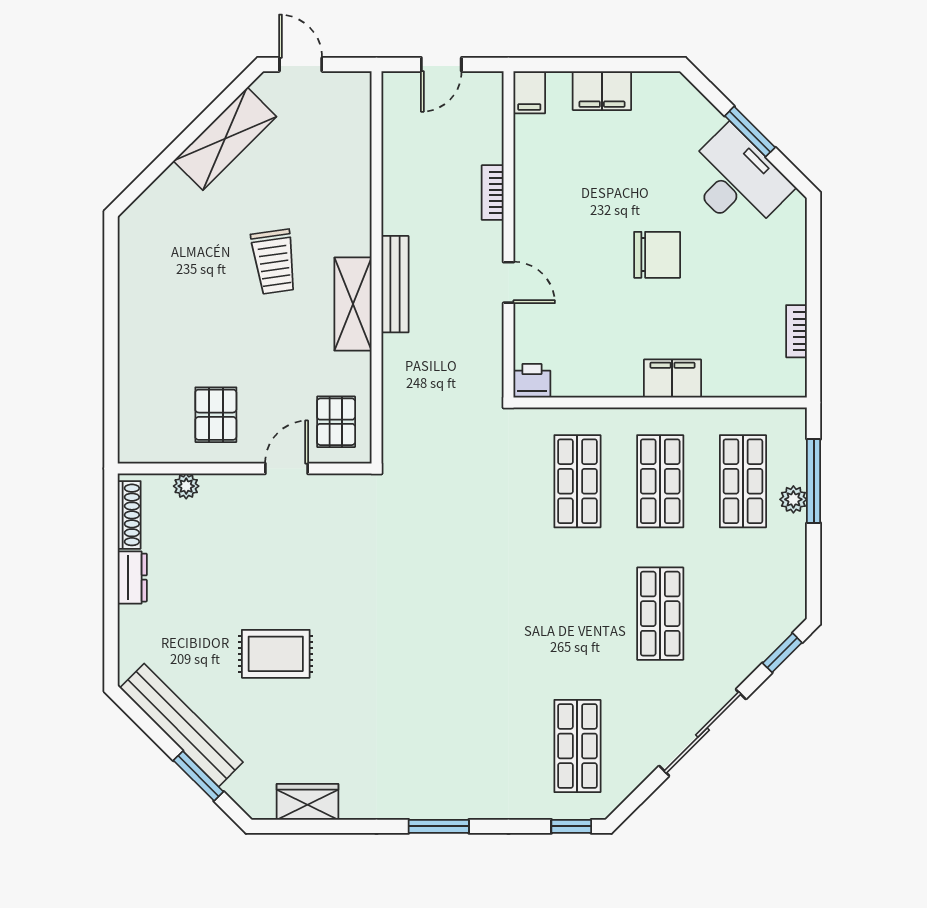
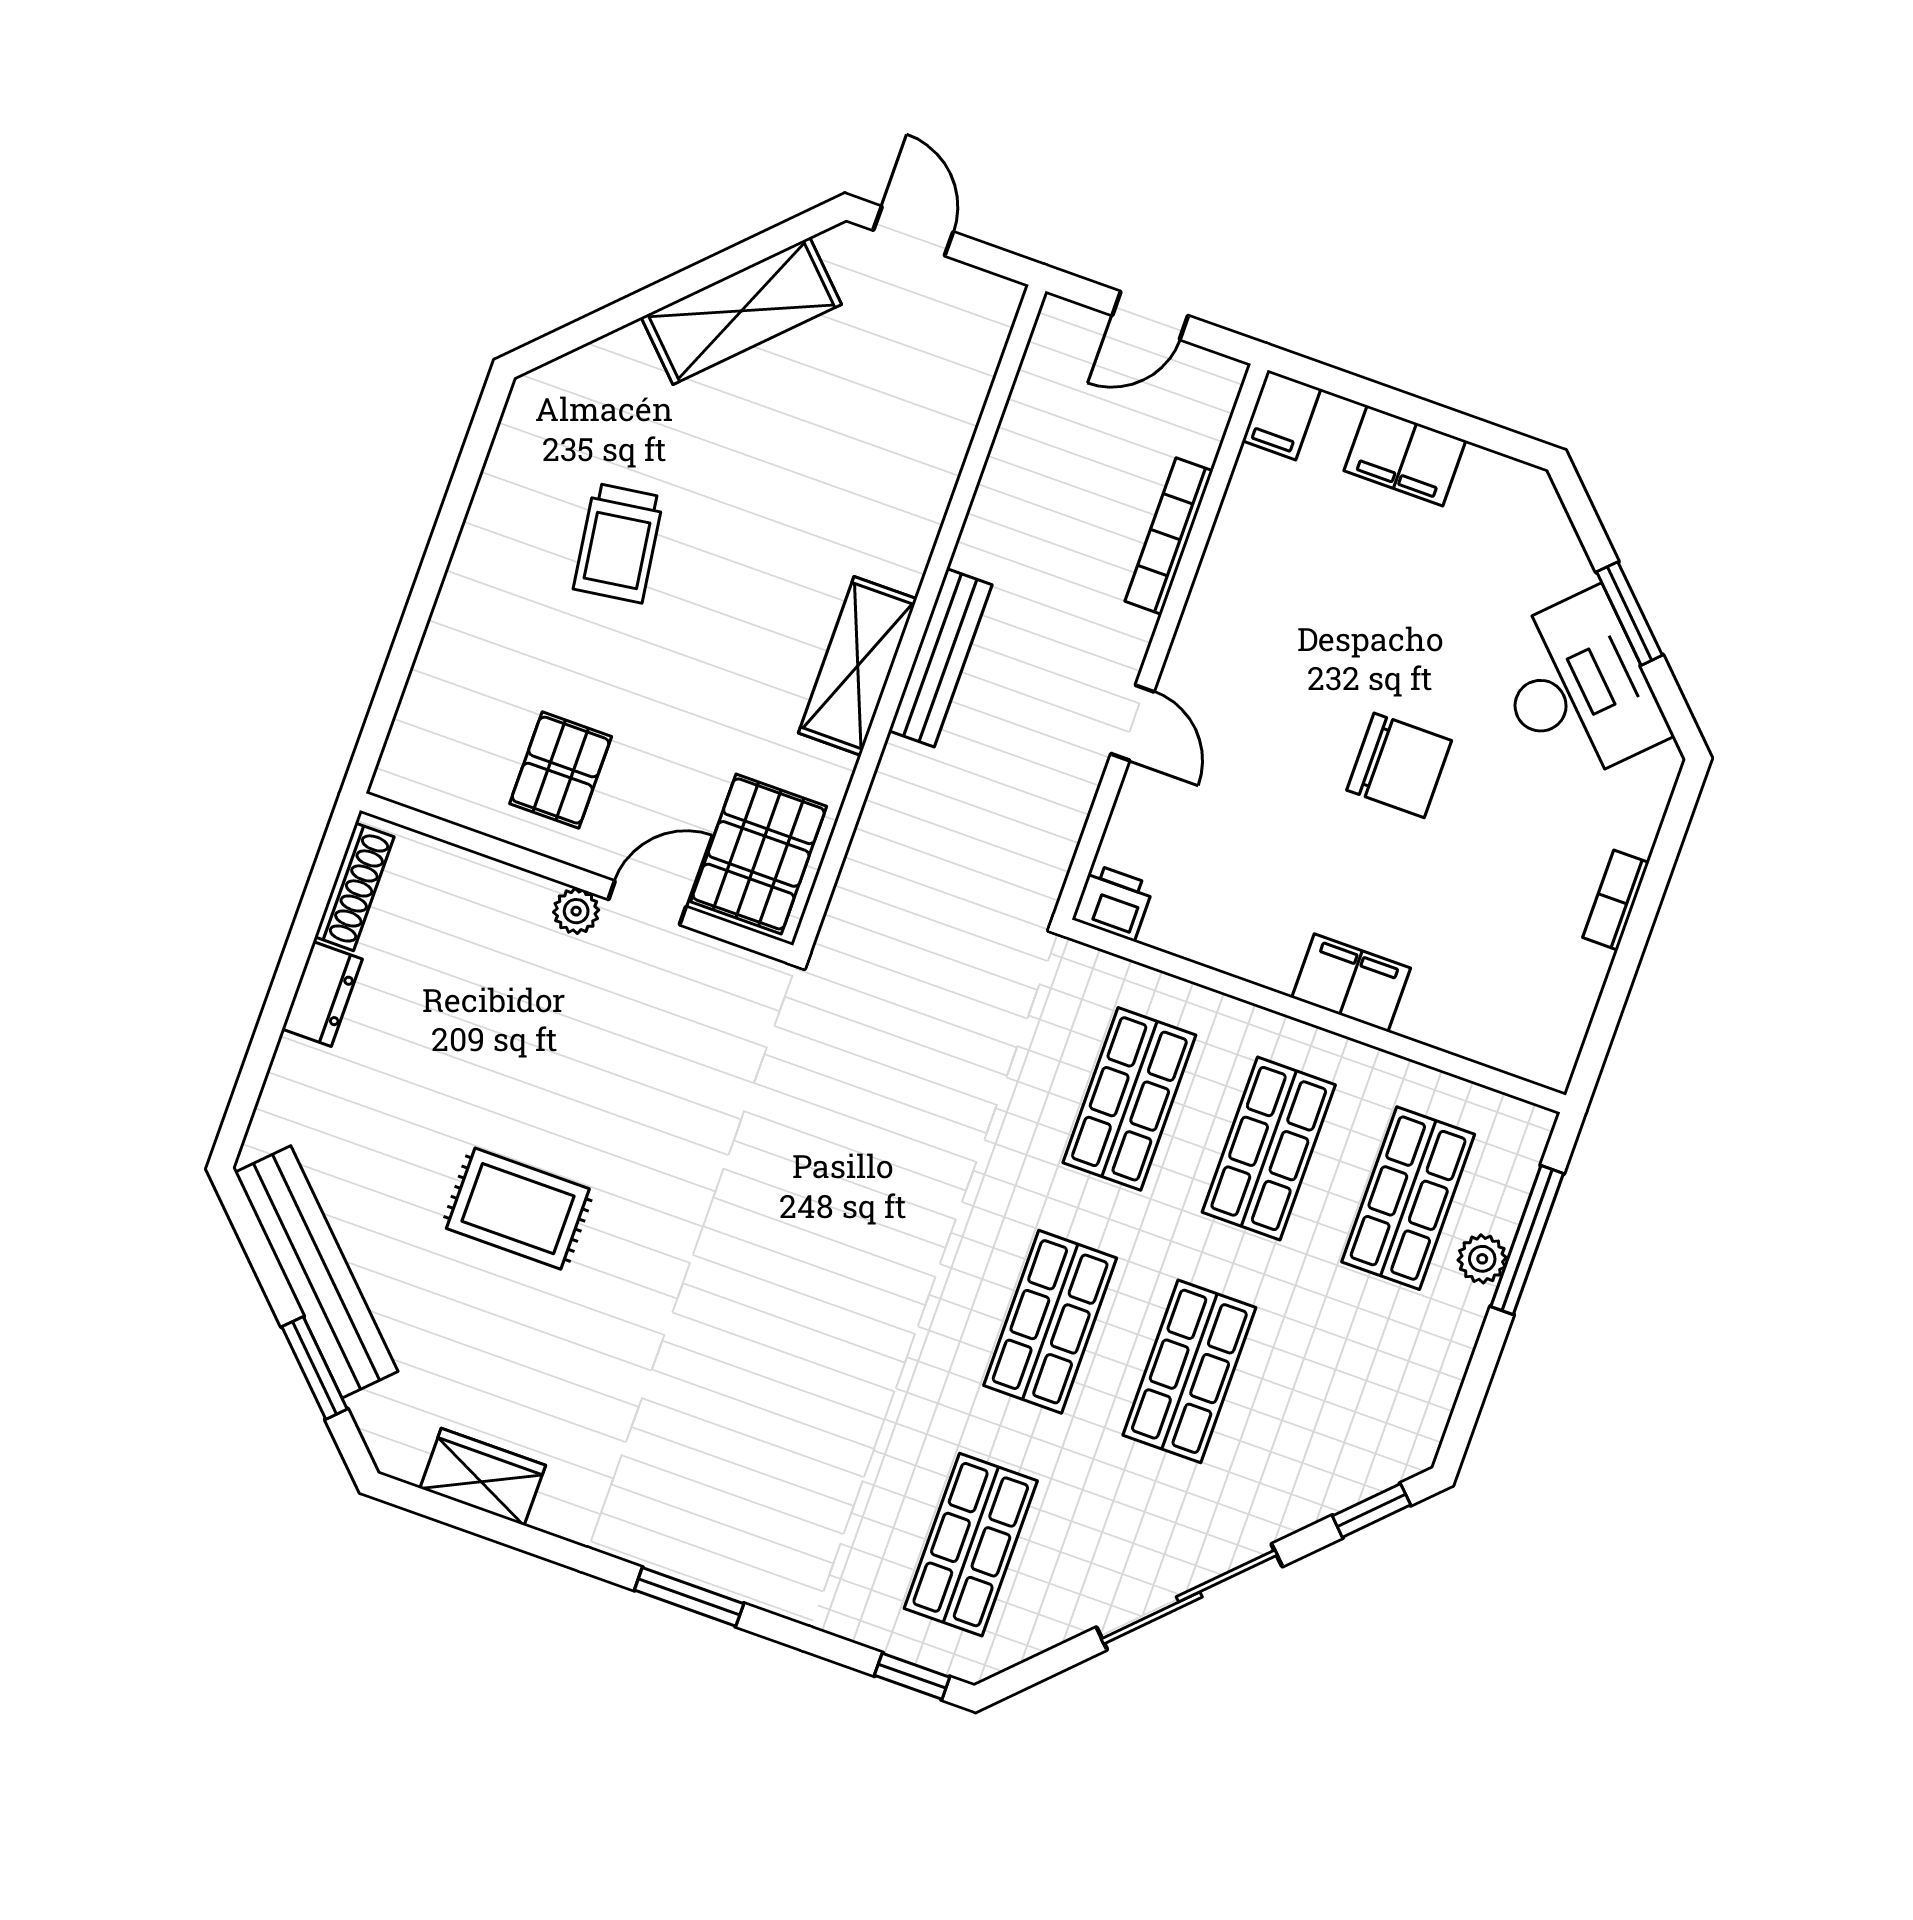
bookcase: (493, 193) -> (1169, 536), width x1.56
trolley: (274, 262) -> (618, 543), moved
bookcase: (797, 331) -> (1616, 900), moved
pallet: (336, 422) -> (759, 854), width x1.50, depth x1.42
plant: (186, 486) -> (576, 911), moved
shop shelf: (577, 614) -> (1050, 1322), added

